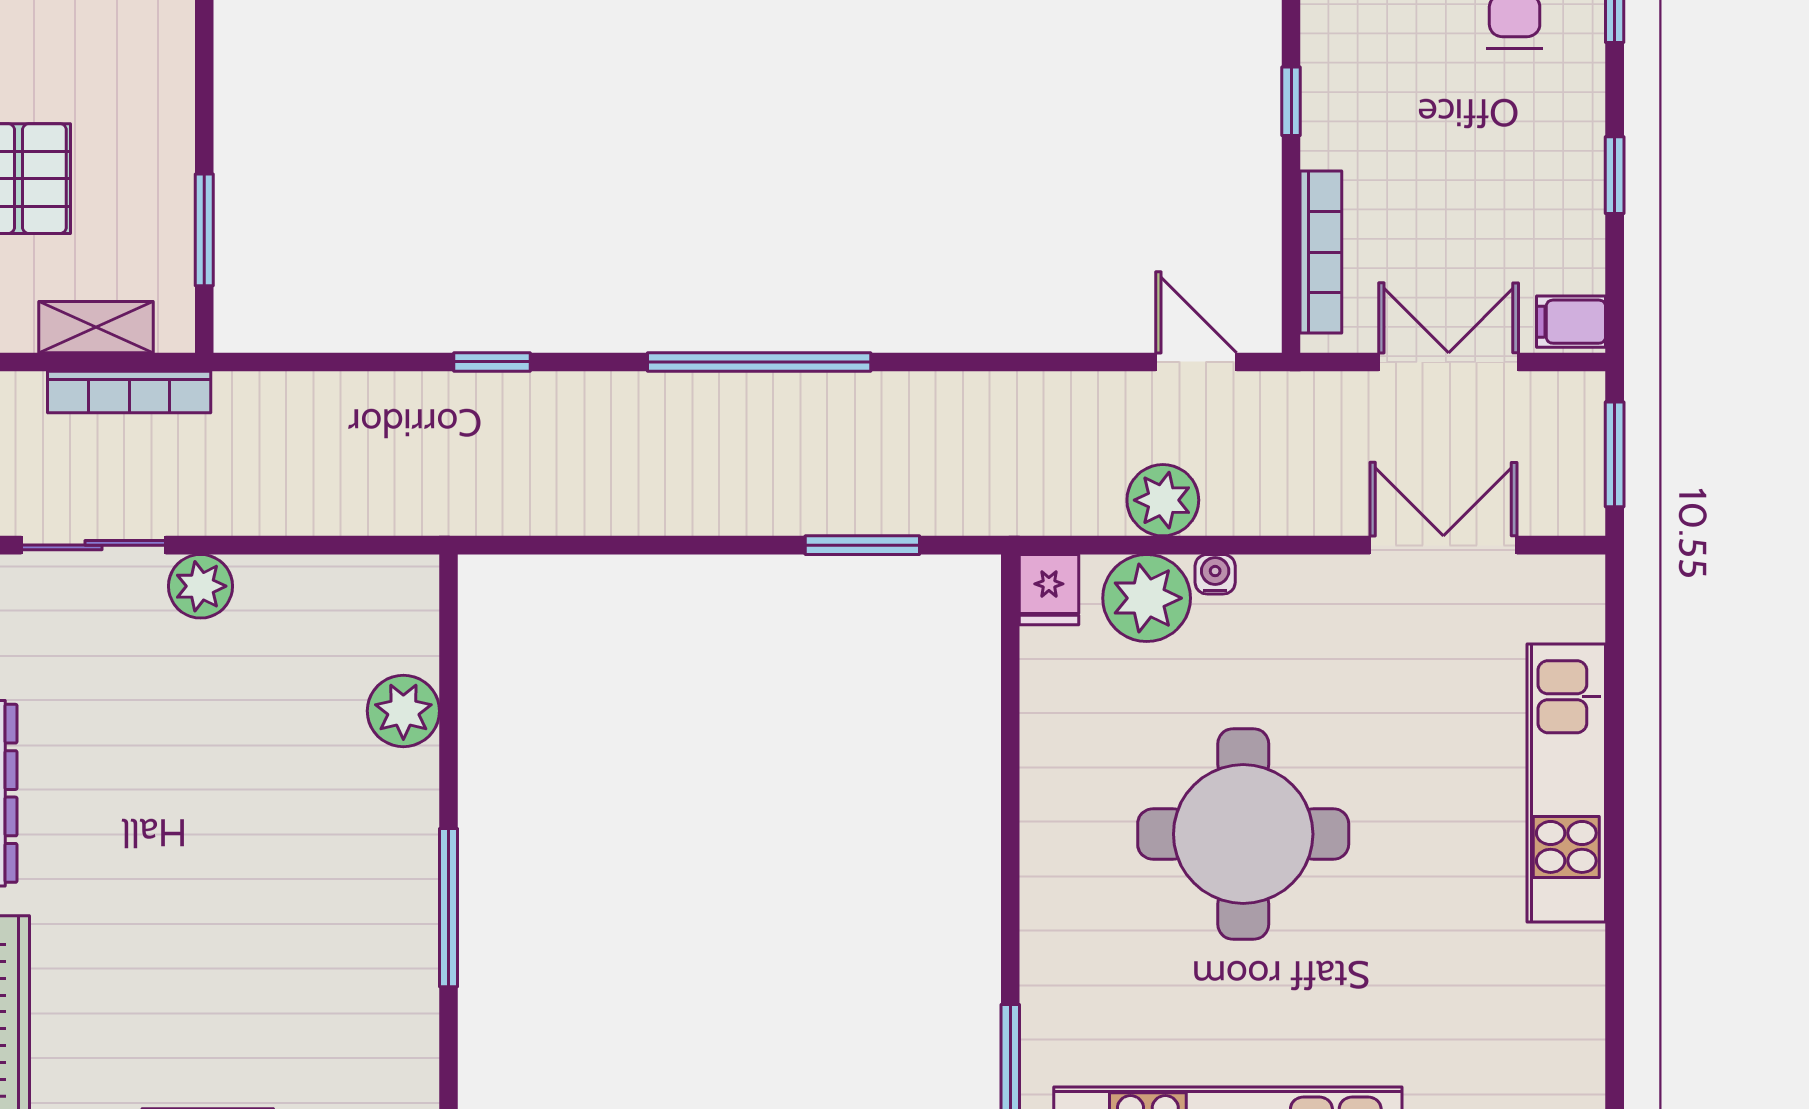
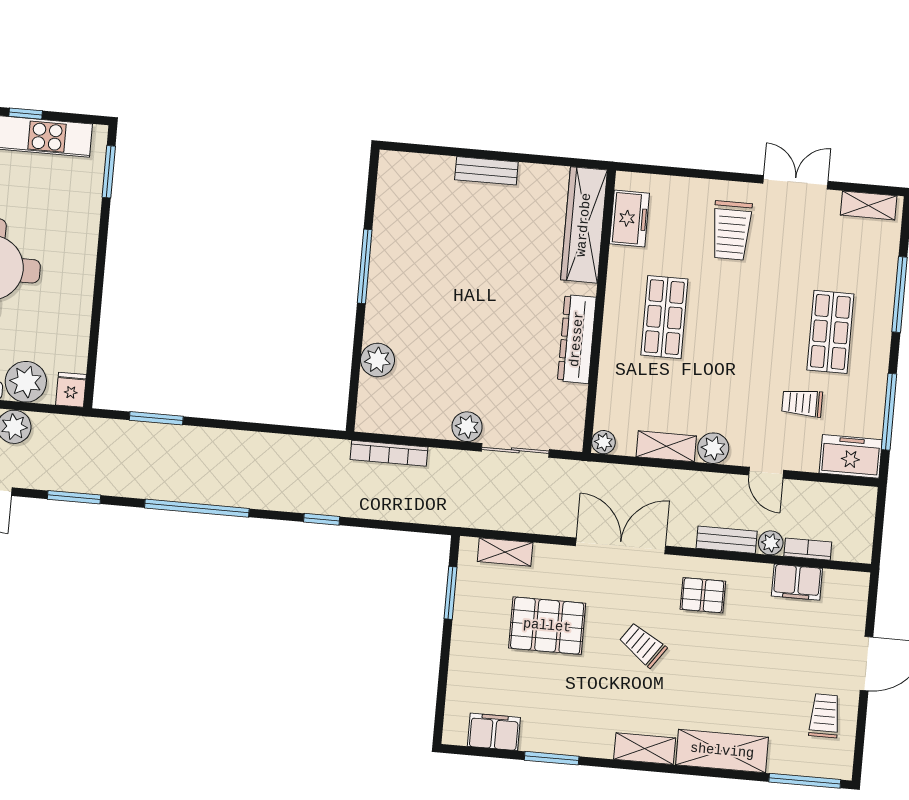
window: (1022, 362) -> (74, 497), added
bookcase: (129, 392) -> (389, 453), moved, turned 180

